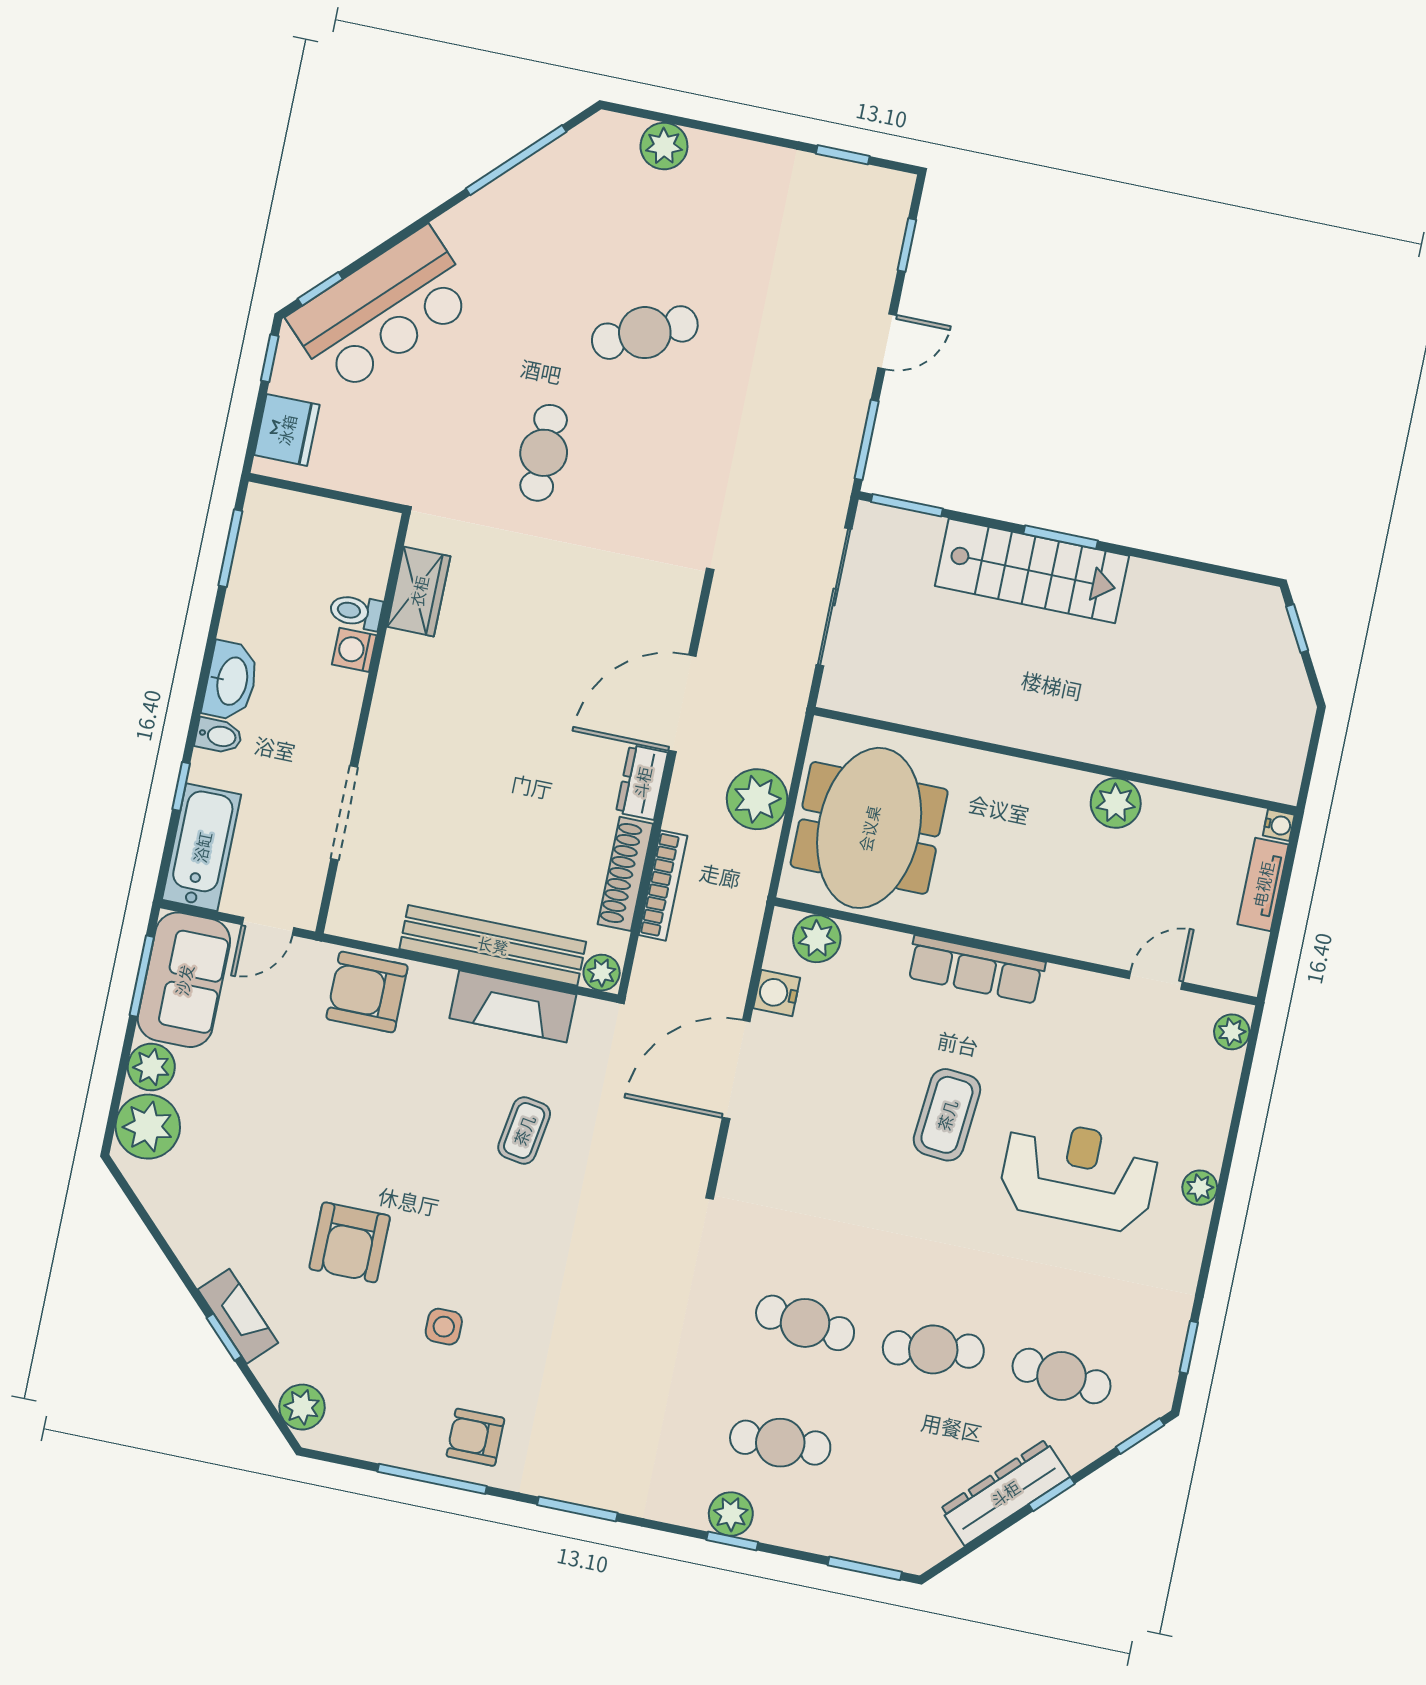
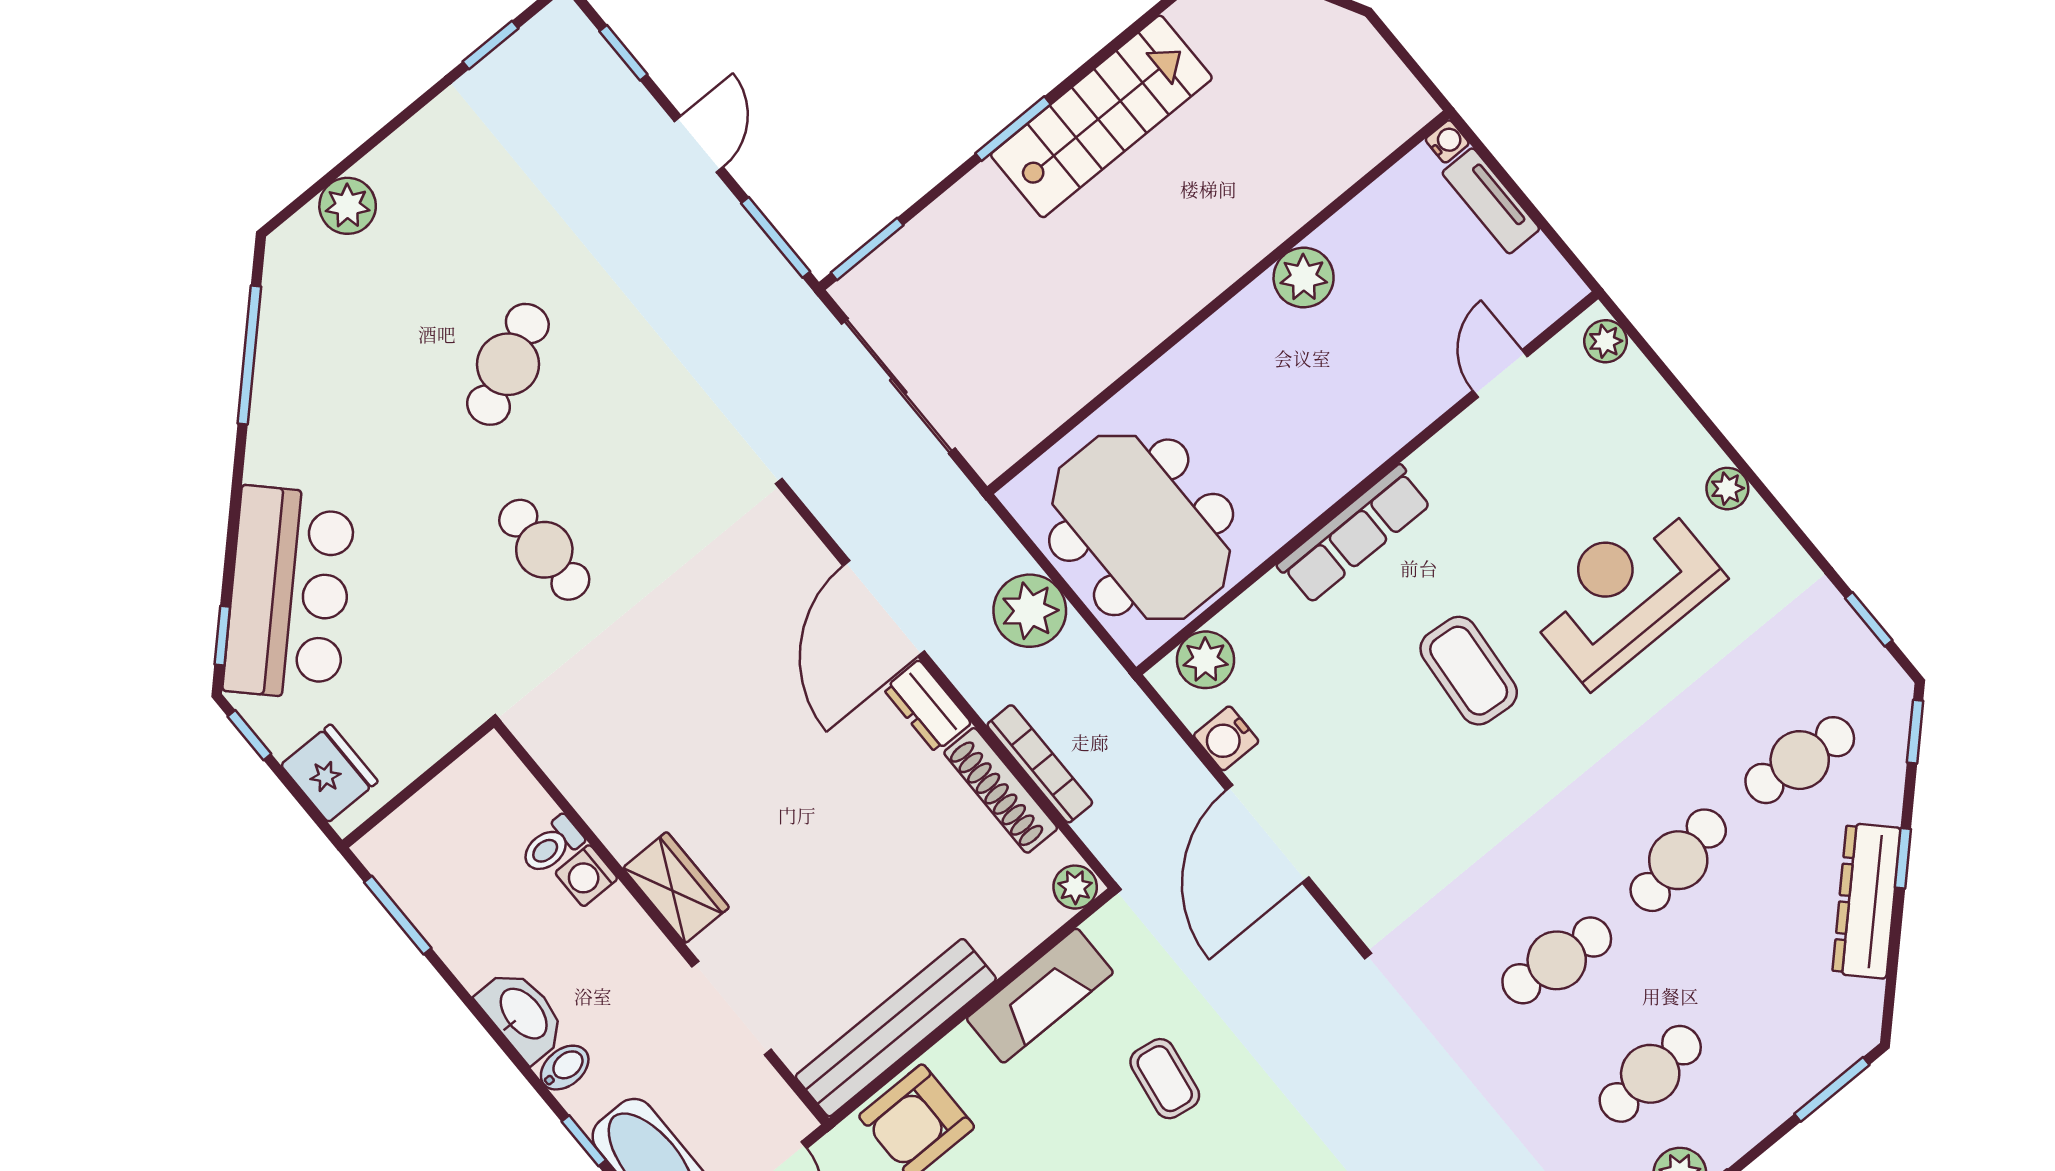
stairs: (1032, 571) -> (1101, 116), moved
wardrobe: (419, 591) -> (676, 888), moved
bench: (493, 945) -> (896, 1028), moved

